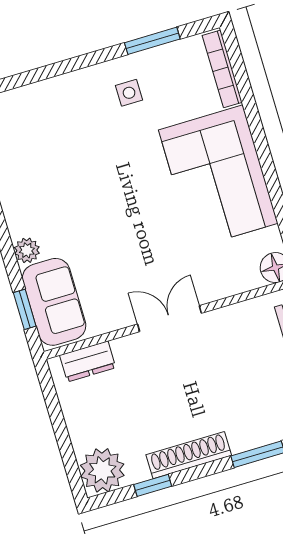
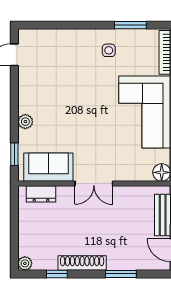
sofa: (54, 302) -> (48, 167), moved, turned -90
double door: (169, 319) -> (94, 183), swing flipped
plant: (102, 470) -> (25, 263), width x0.53, depth x0.53

